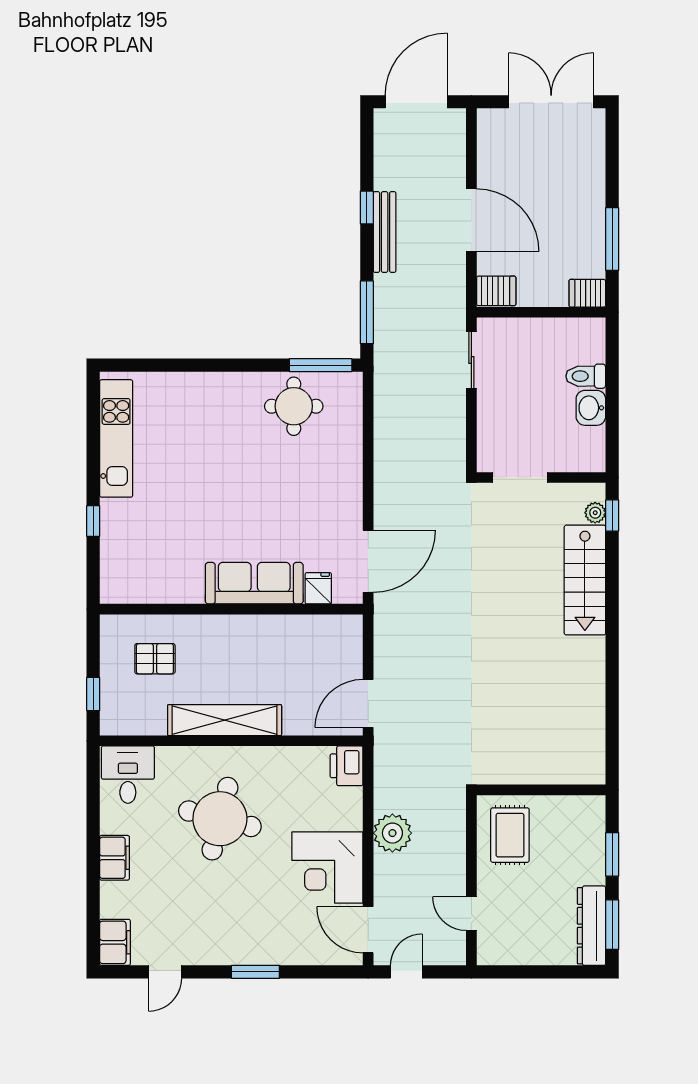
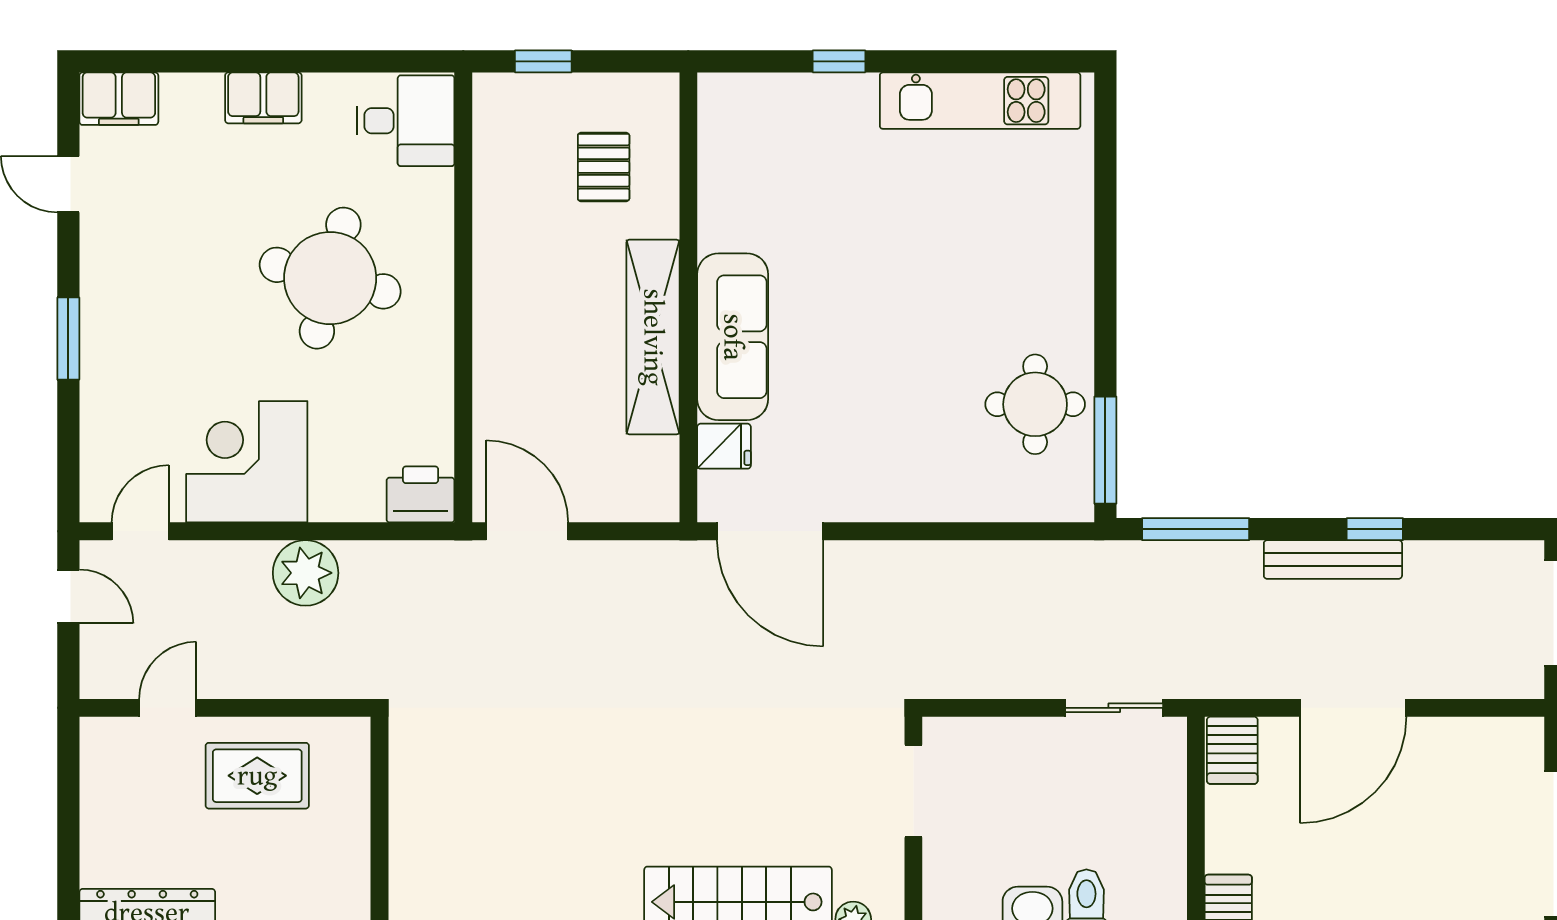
shelving: (225, 720) -> (653, 337), moved
rug: (510, 835) -> (257, 776), moved
door: (368, 930) -> (140, 531), width x0.73

